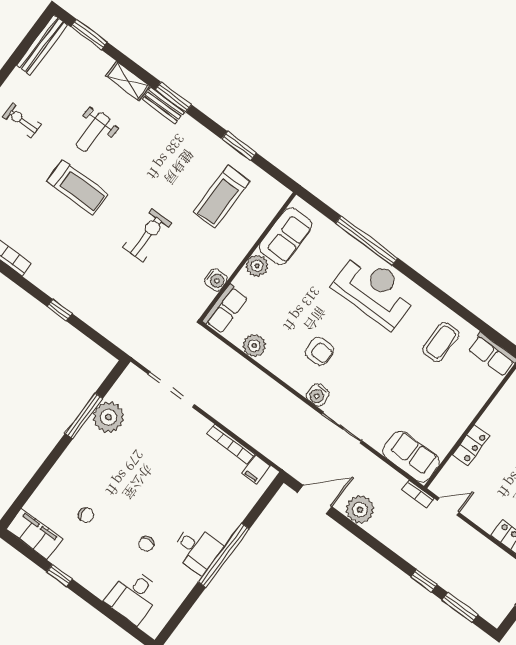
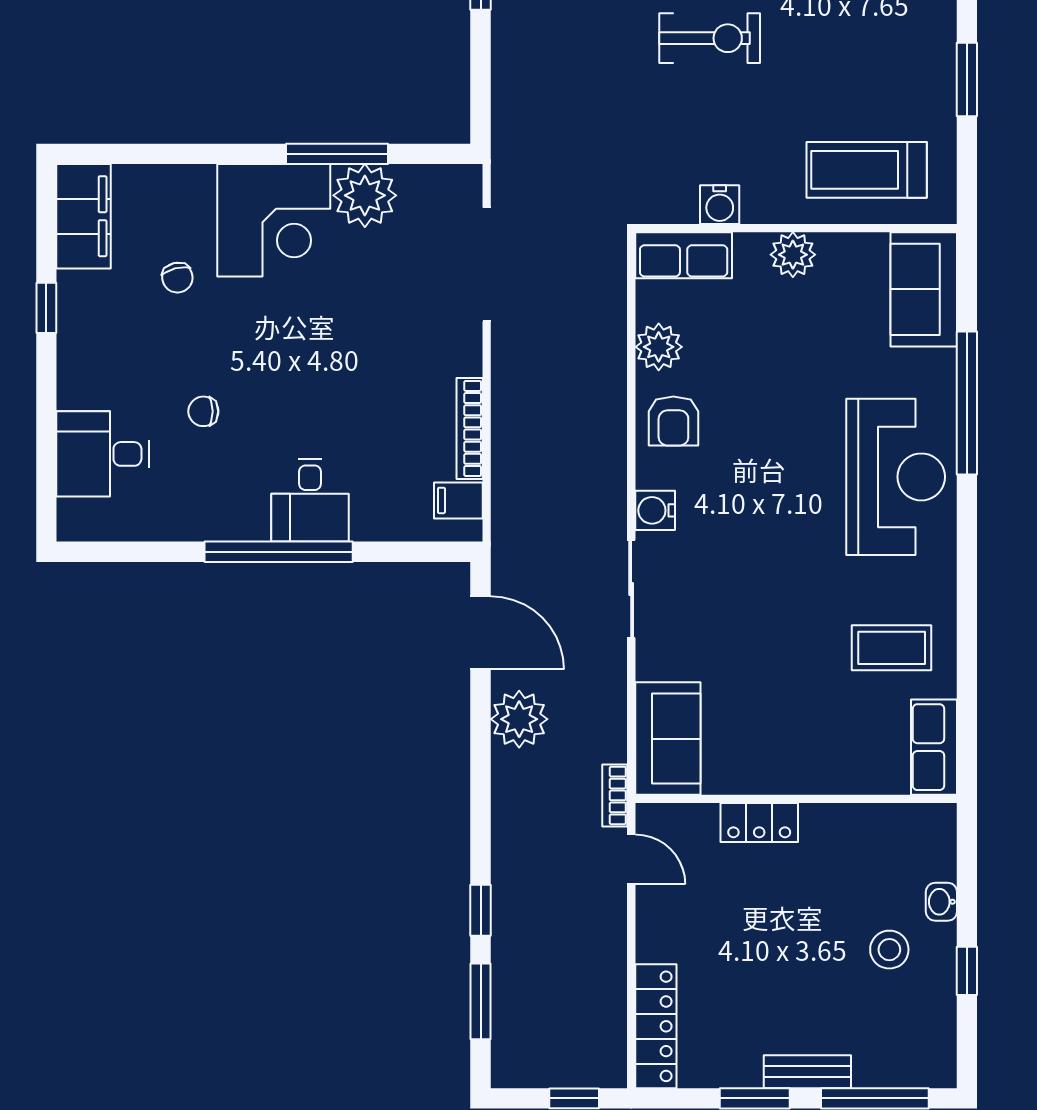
treadmill: (222, 197) -> (867, 170), moved
sofa: (285, 236) -> (924, 289), moved, turned 90
armchair: (319, 351) -> (673, 421), moved
corner desk: (92, 460) -> (274, 220), added
desk: (197, 549) -> (310, 500), moved

